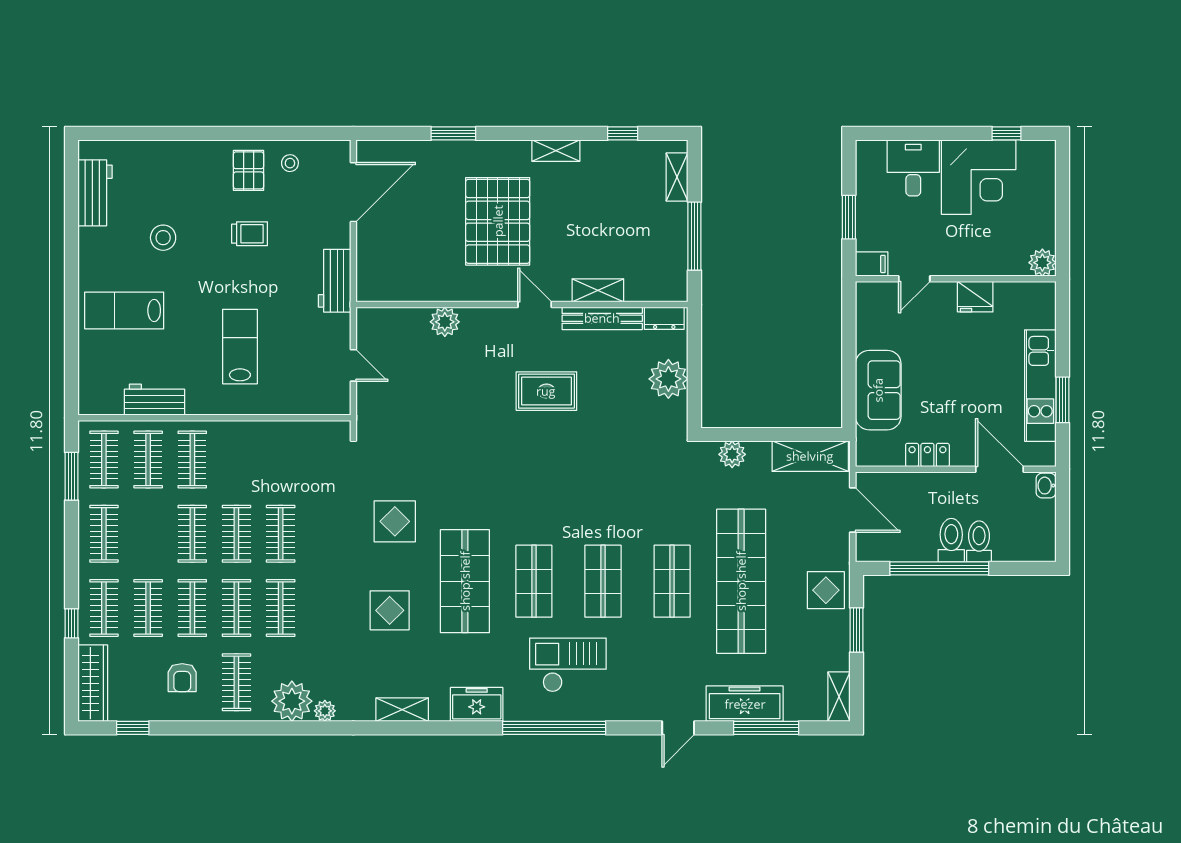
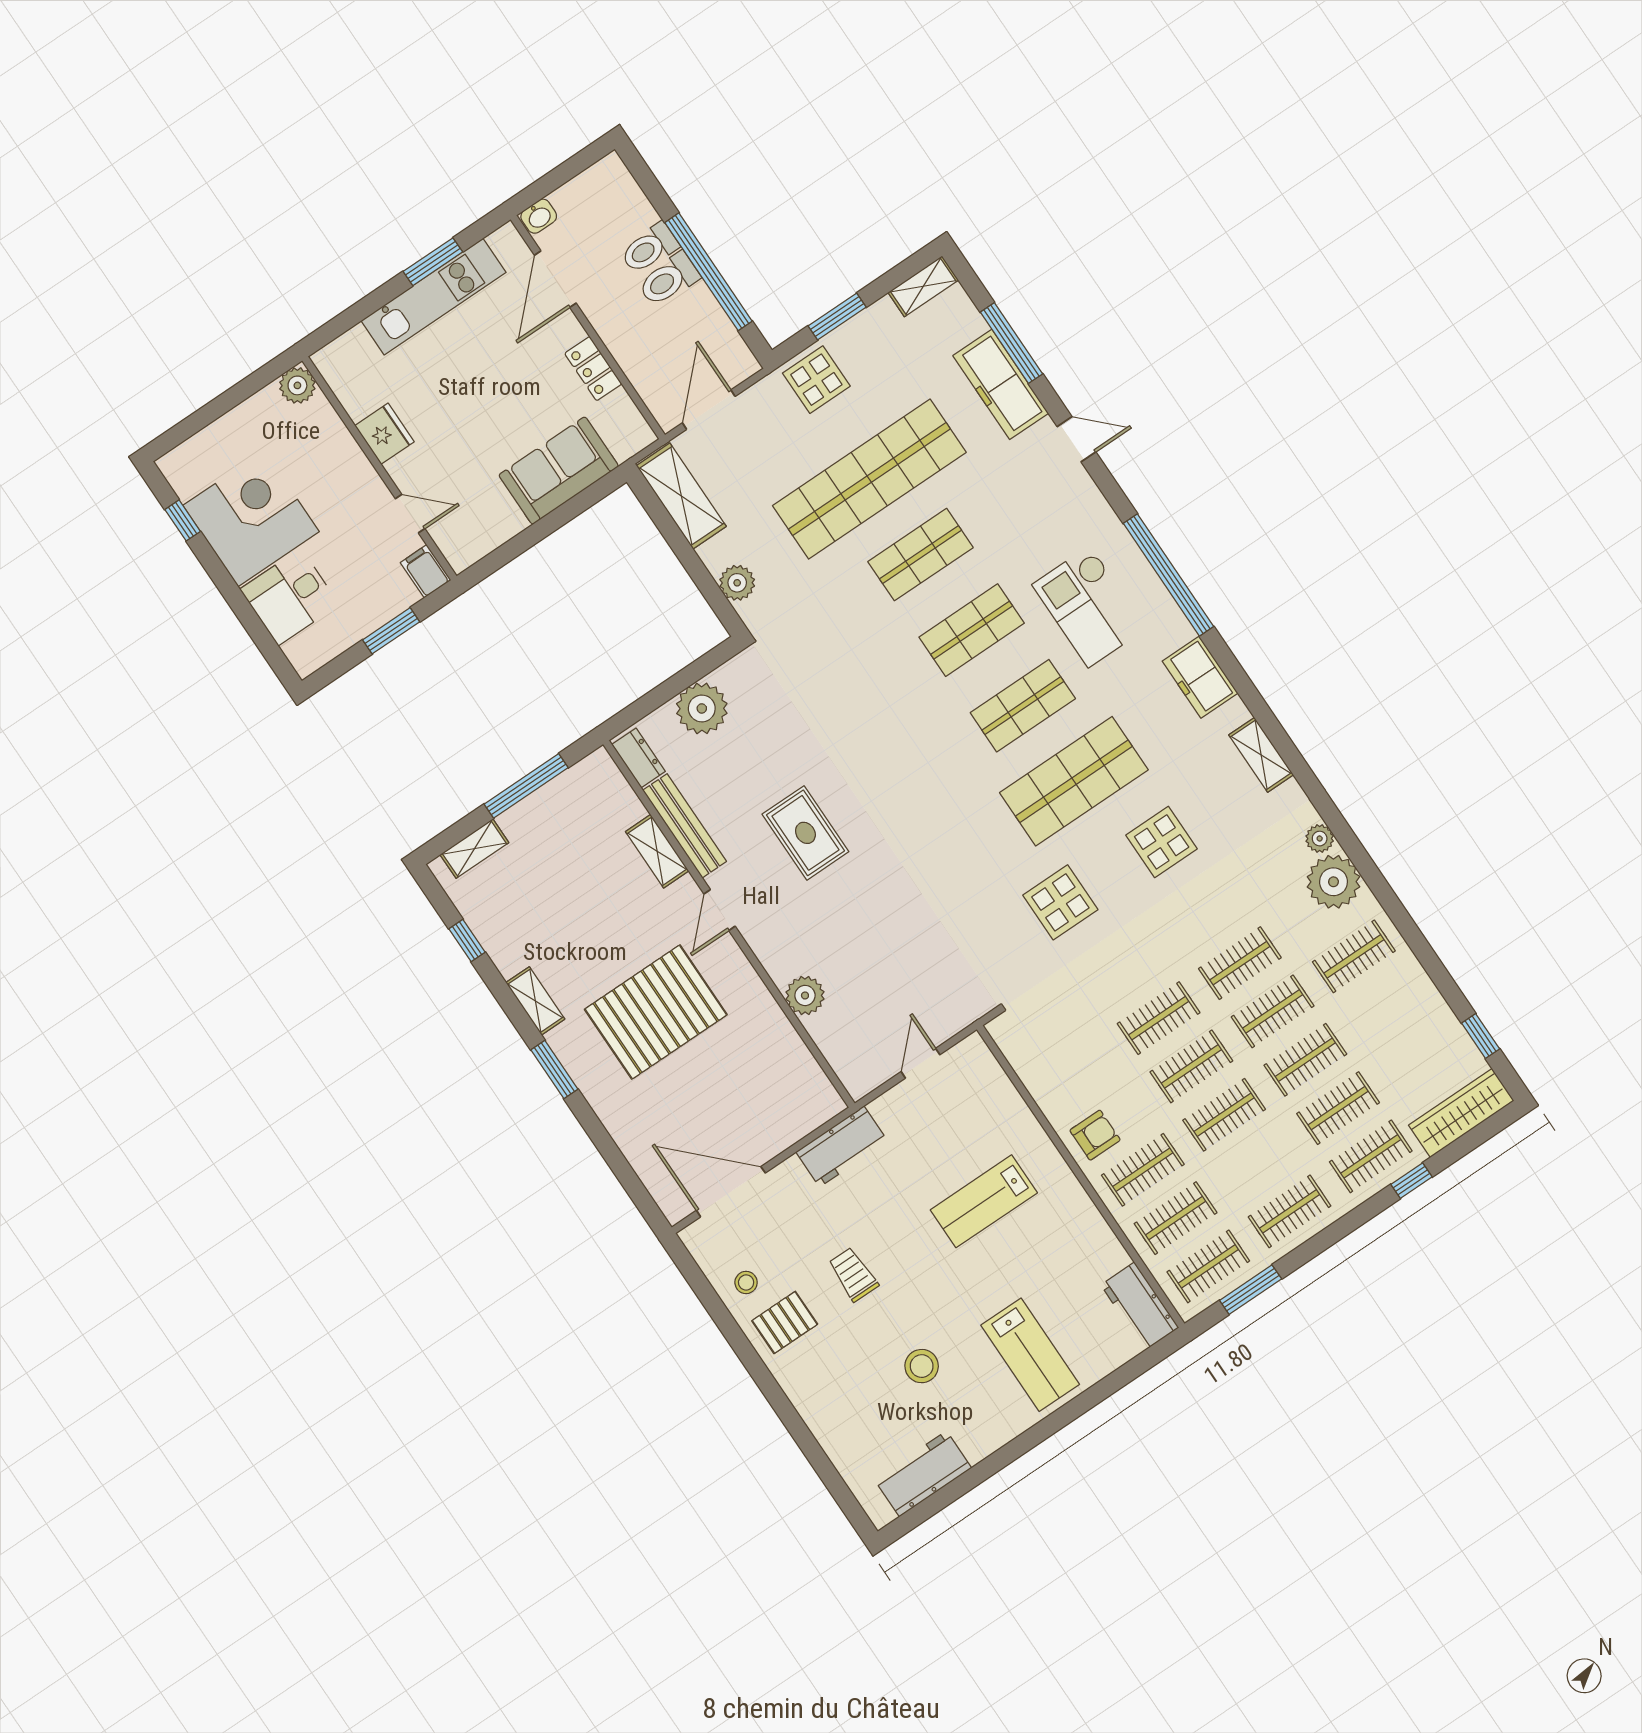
window: (453, 133) -> (554, 1069), moved
workbench: (155, 400) -> (1140, 1306), moved
armchair: (182, 678) -> (1095, 1135), moved

